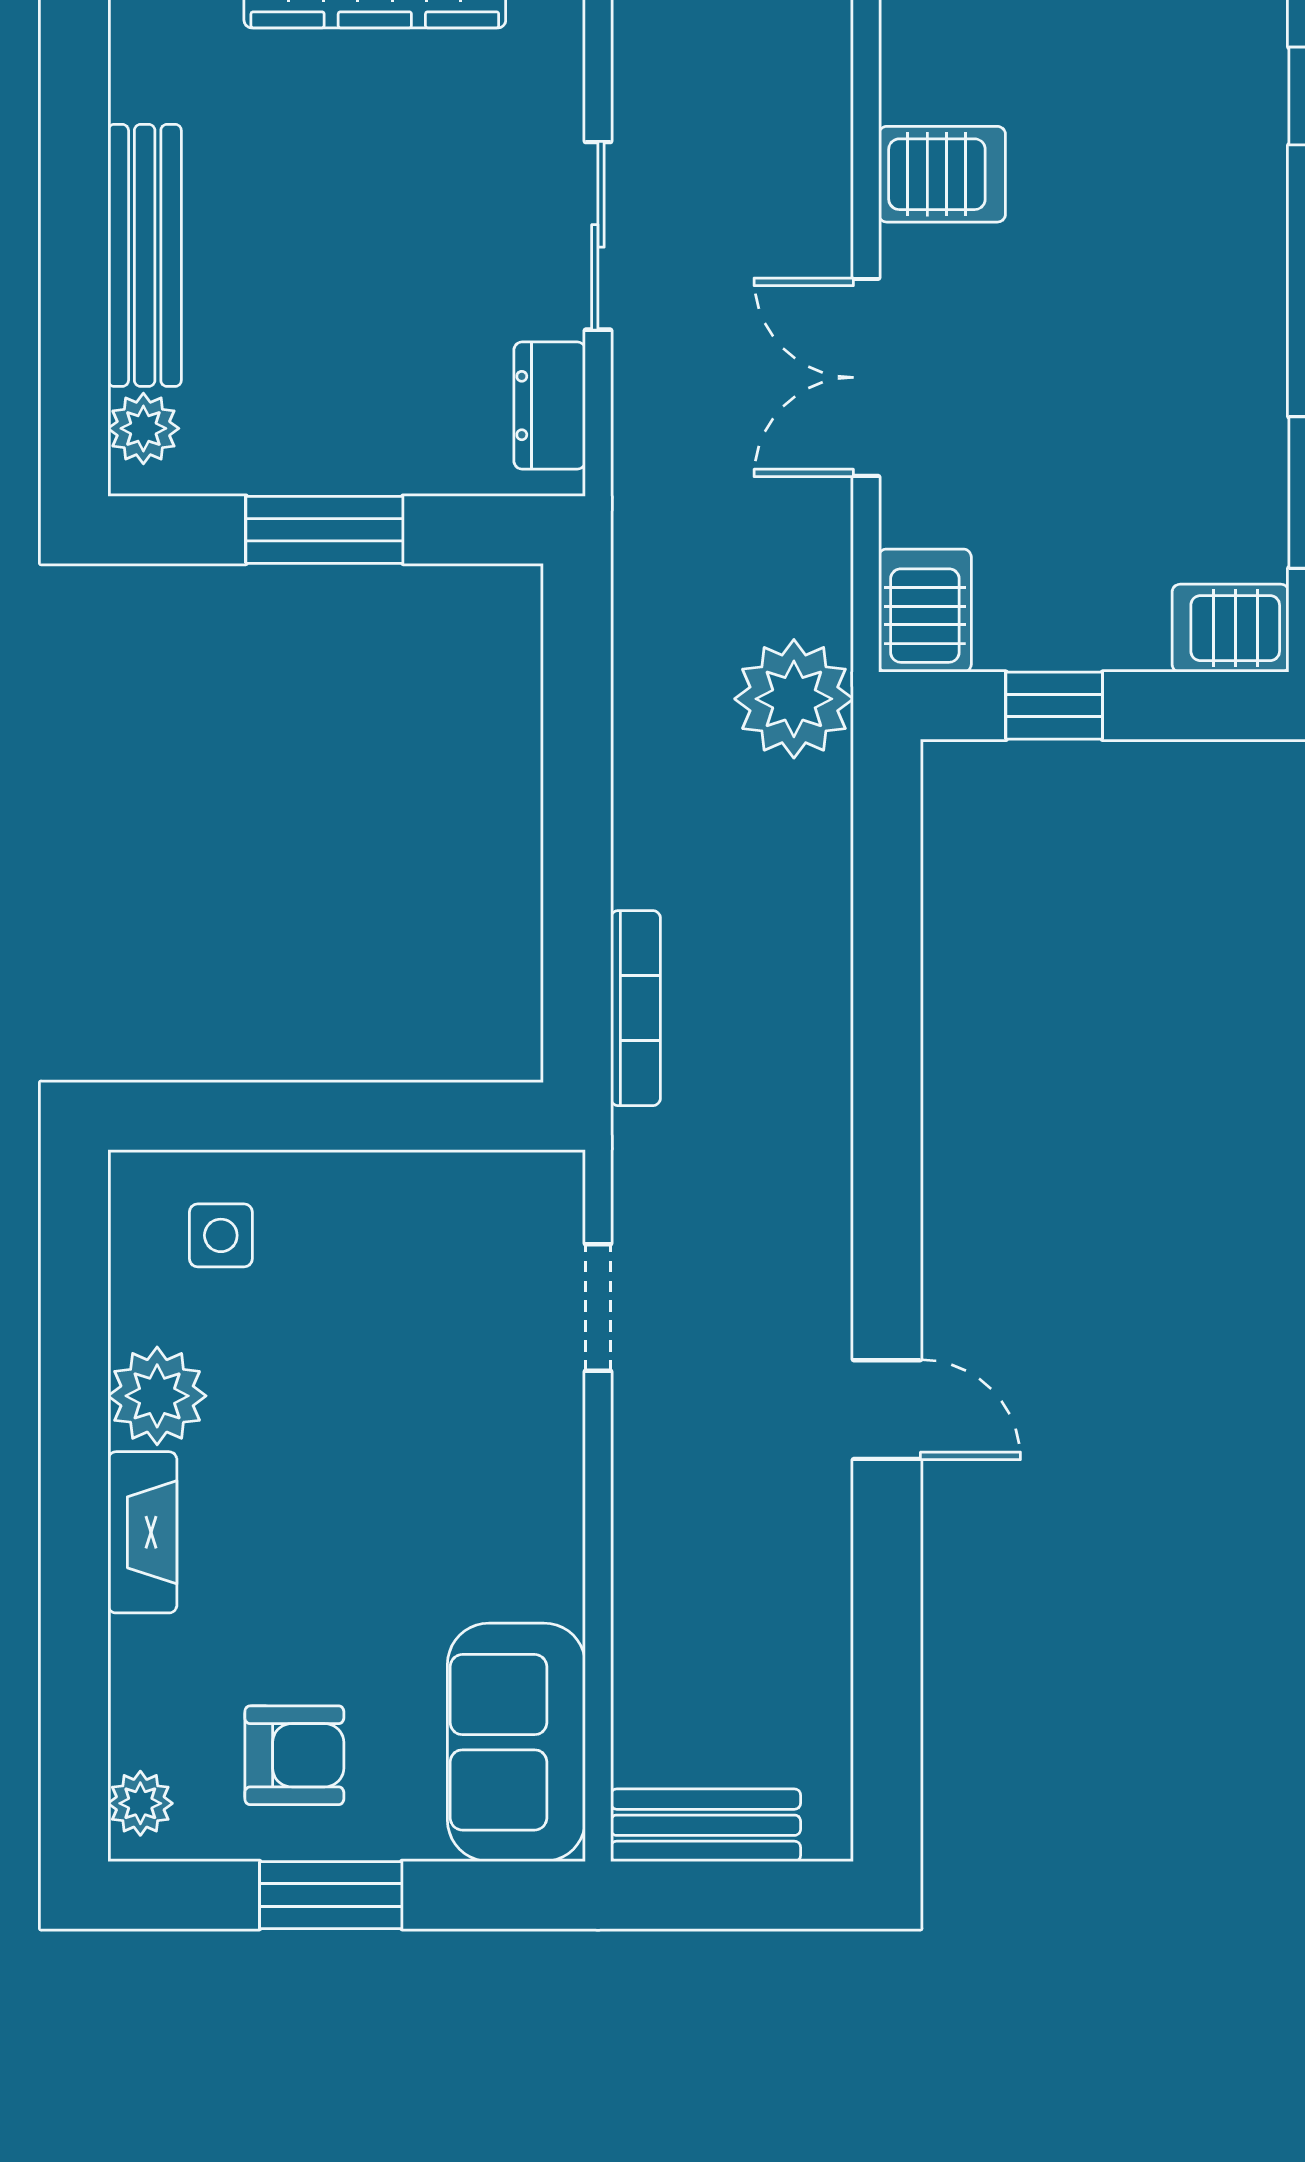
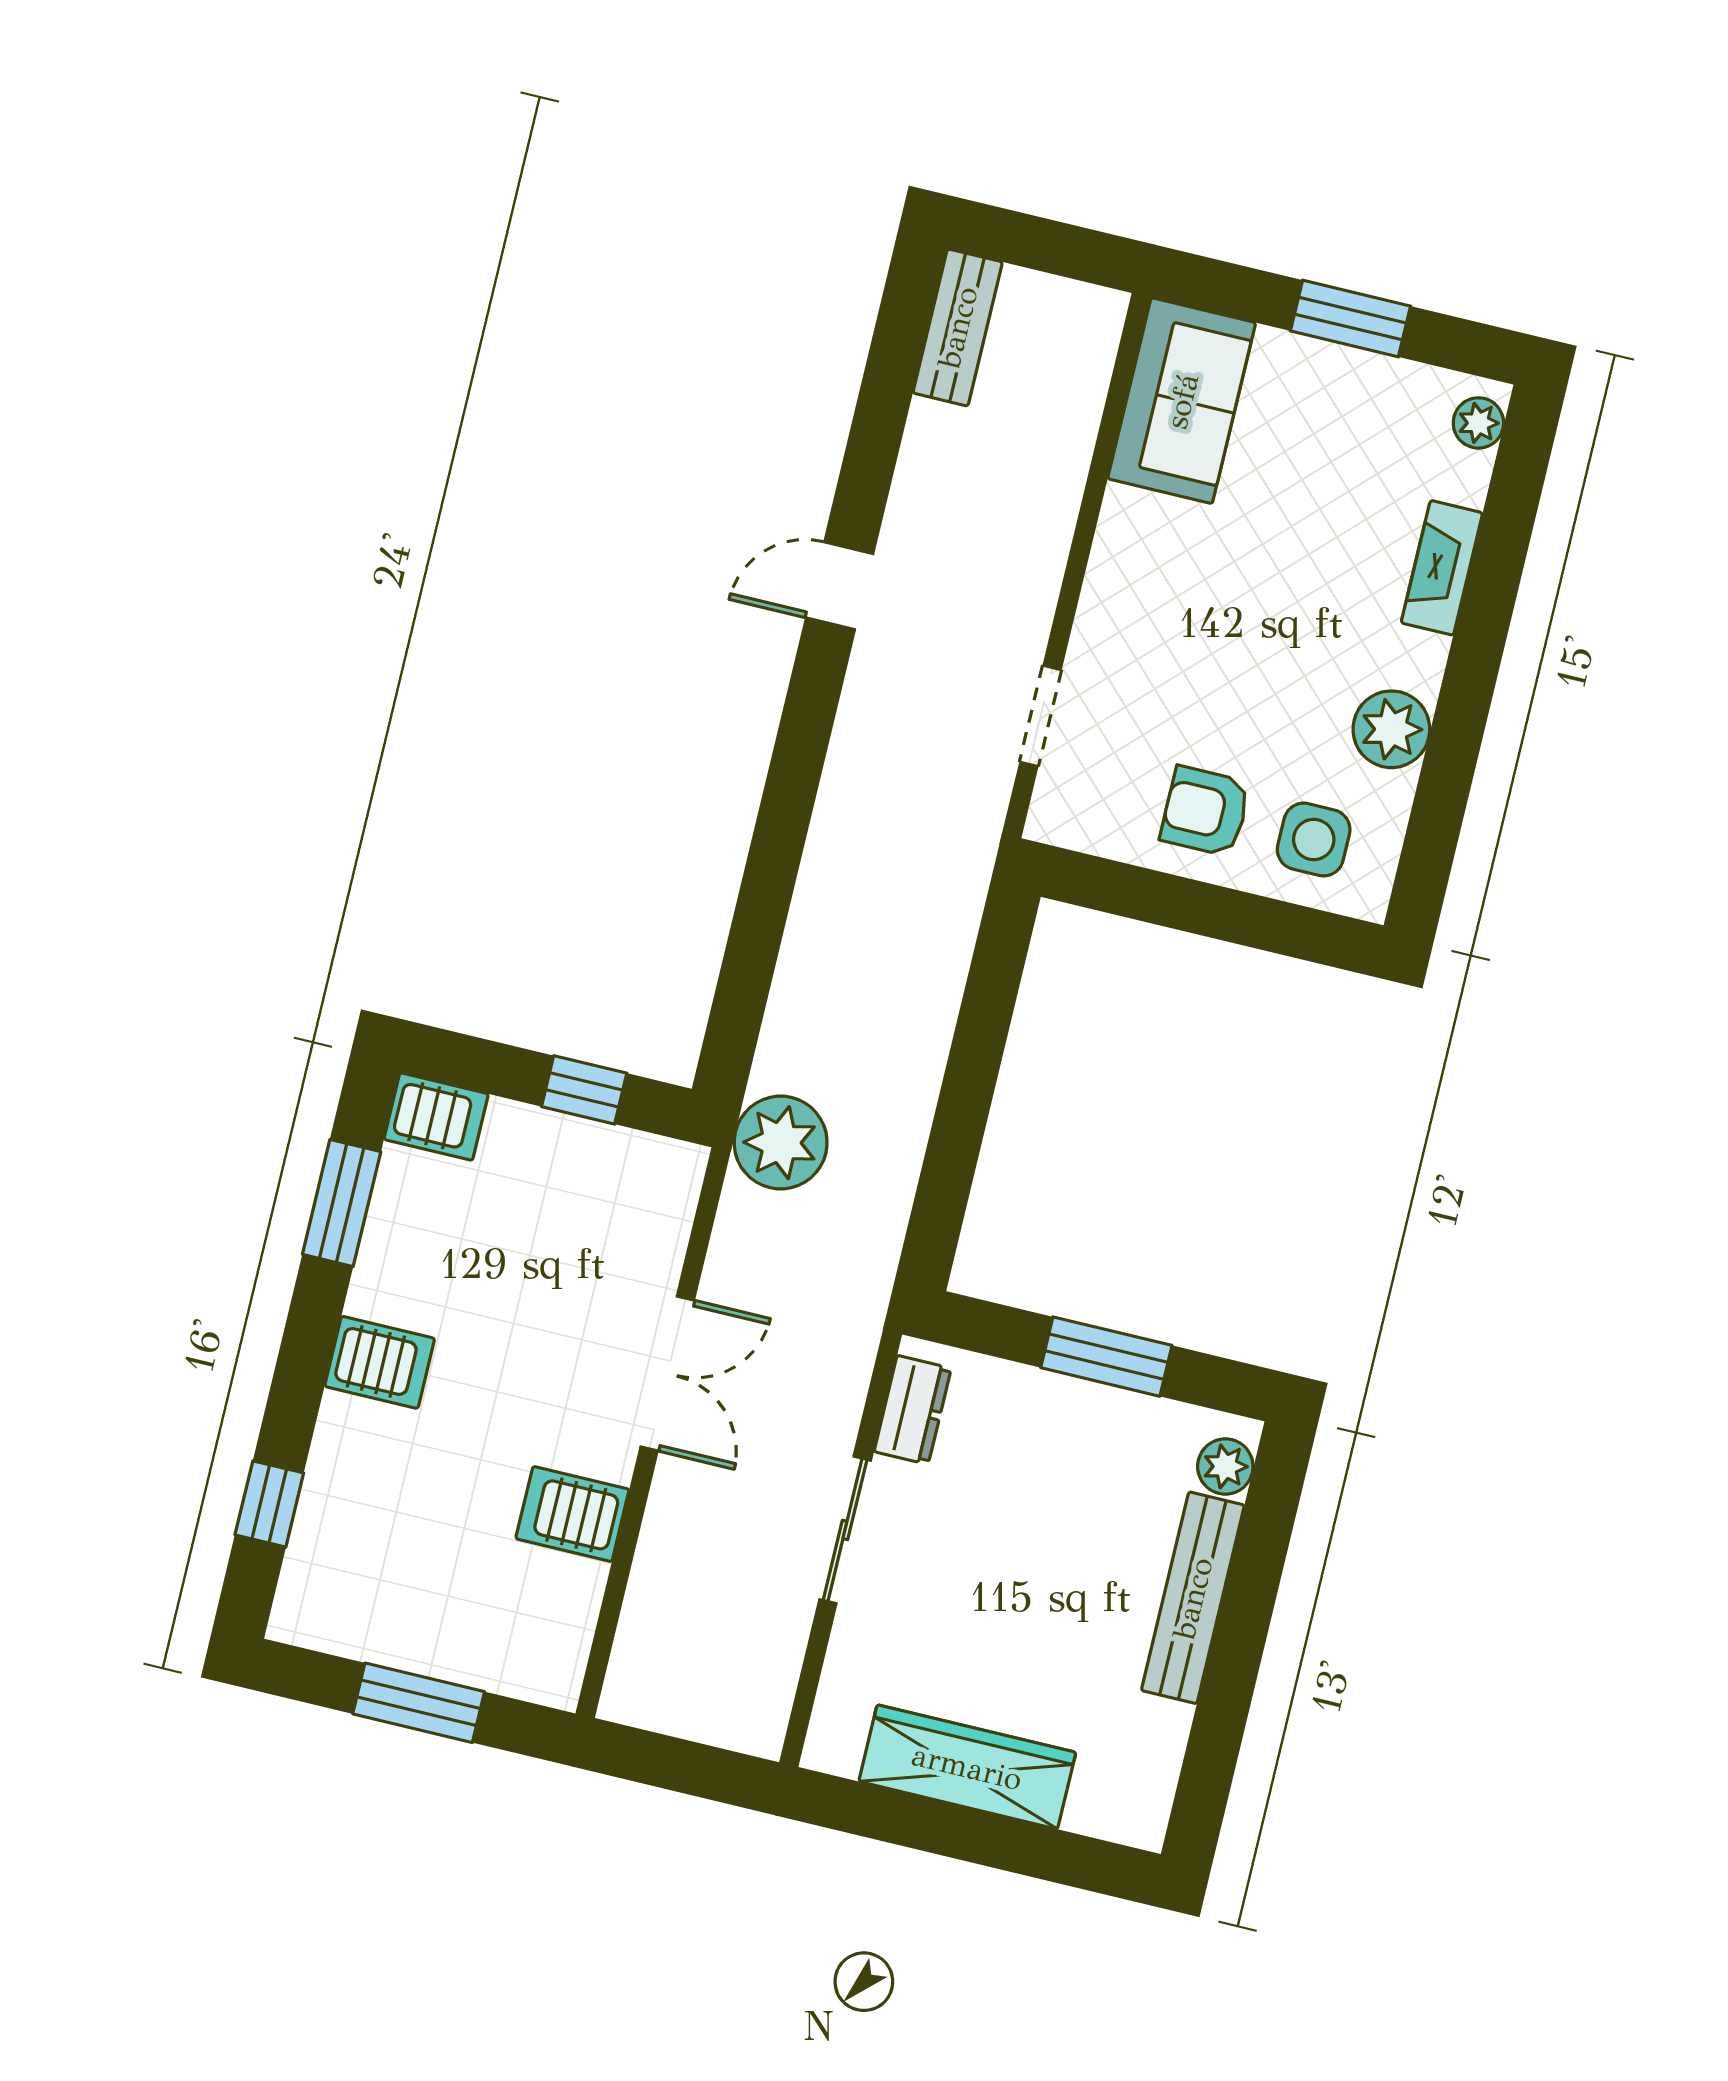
server rack: (925, 611) -> (380, 1362), moved, turned -90
bookcase: (635, 1008) -> (957, 937), removed
side table: (221, 1235) -> (1314, 840), width x1.37, depth x1.37
door: (887, 1410) -> (840, 586), hinge flipped
fireplace: (142, 1532) -> (1442, 568), moved
armchair: (294, 1755) -> (1205, 811), moved
bench: (706, 1825) -> (958, 327), moved, turned 90

